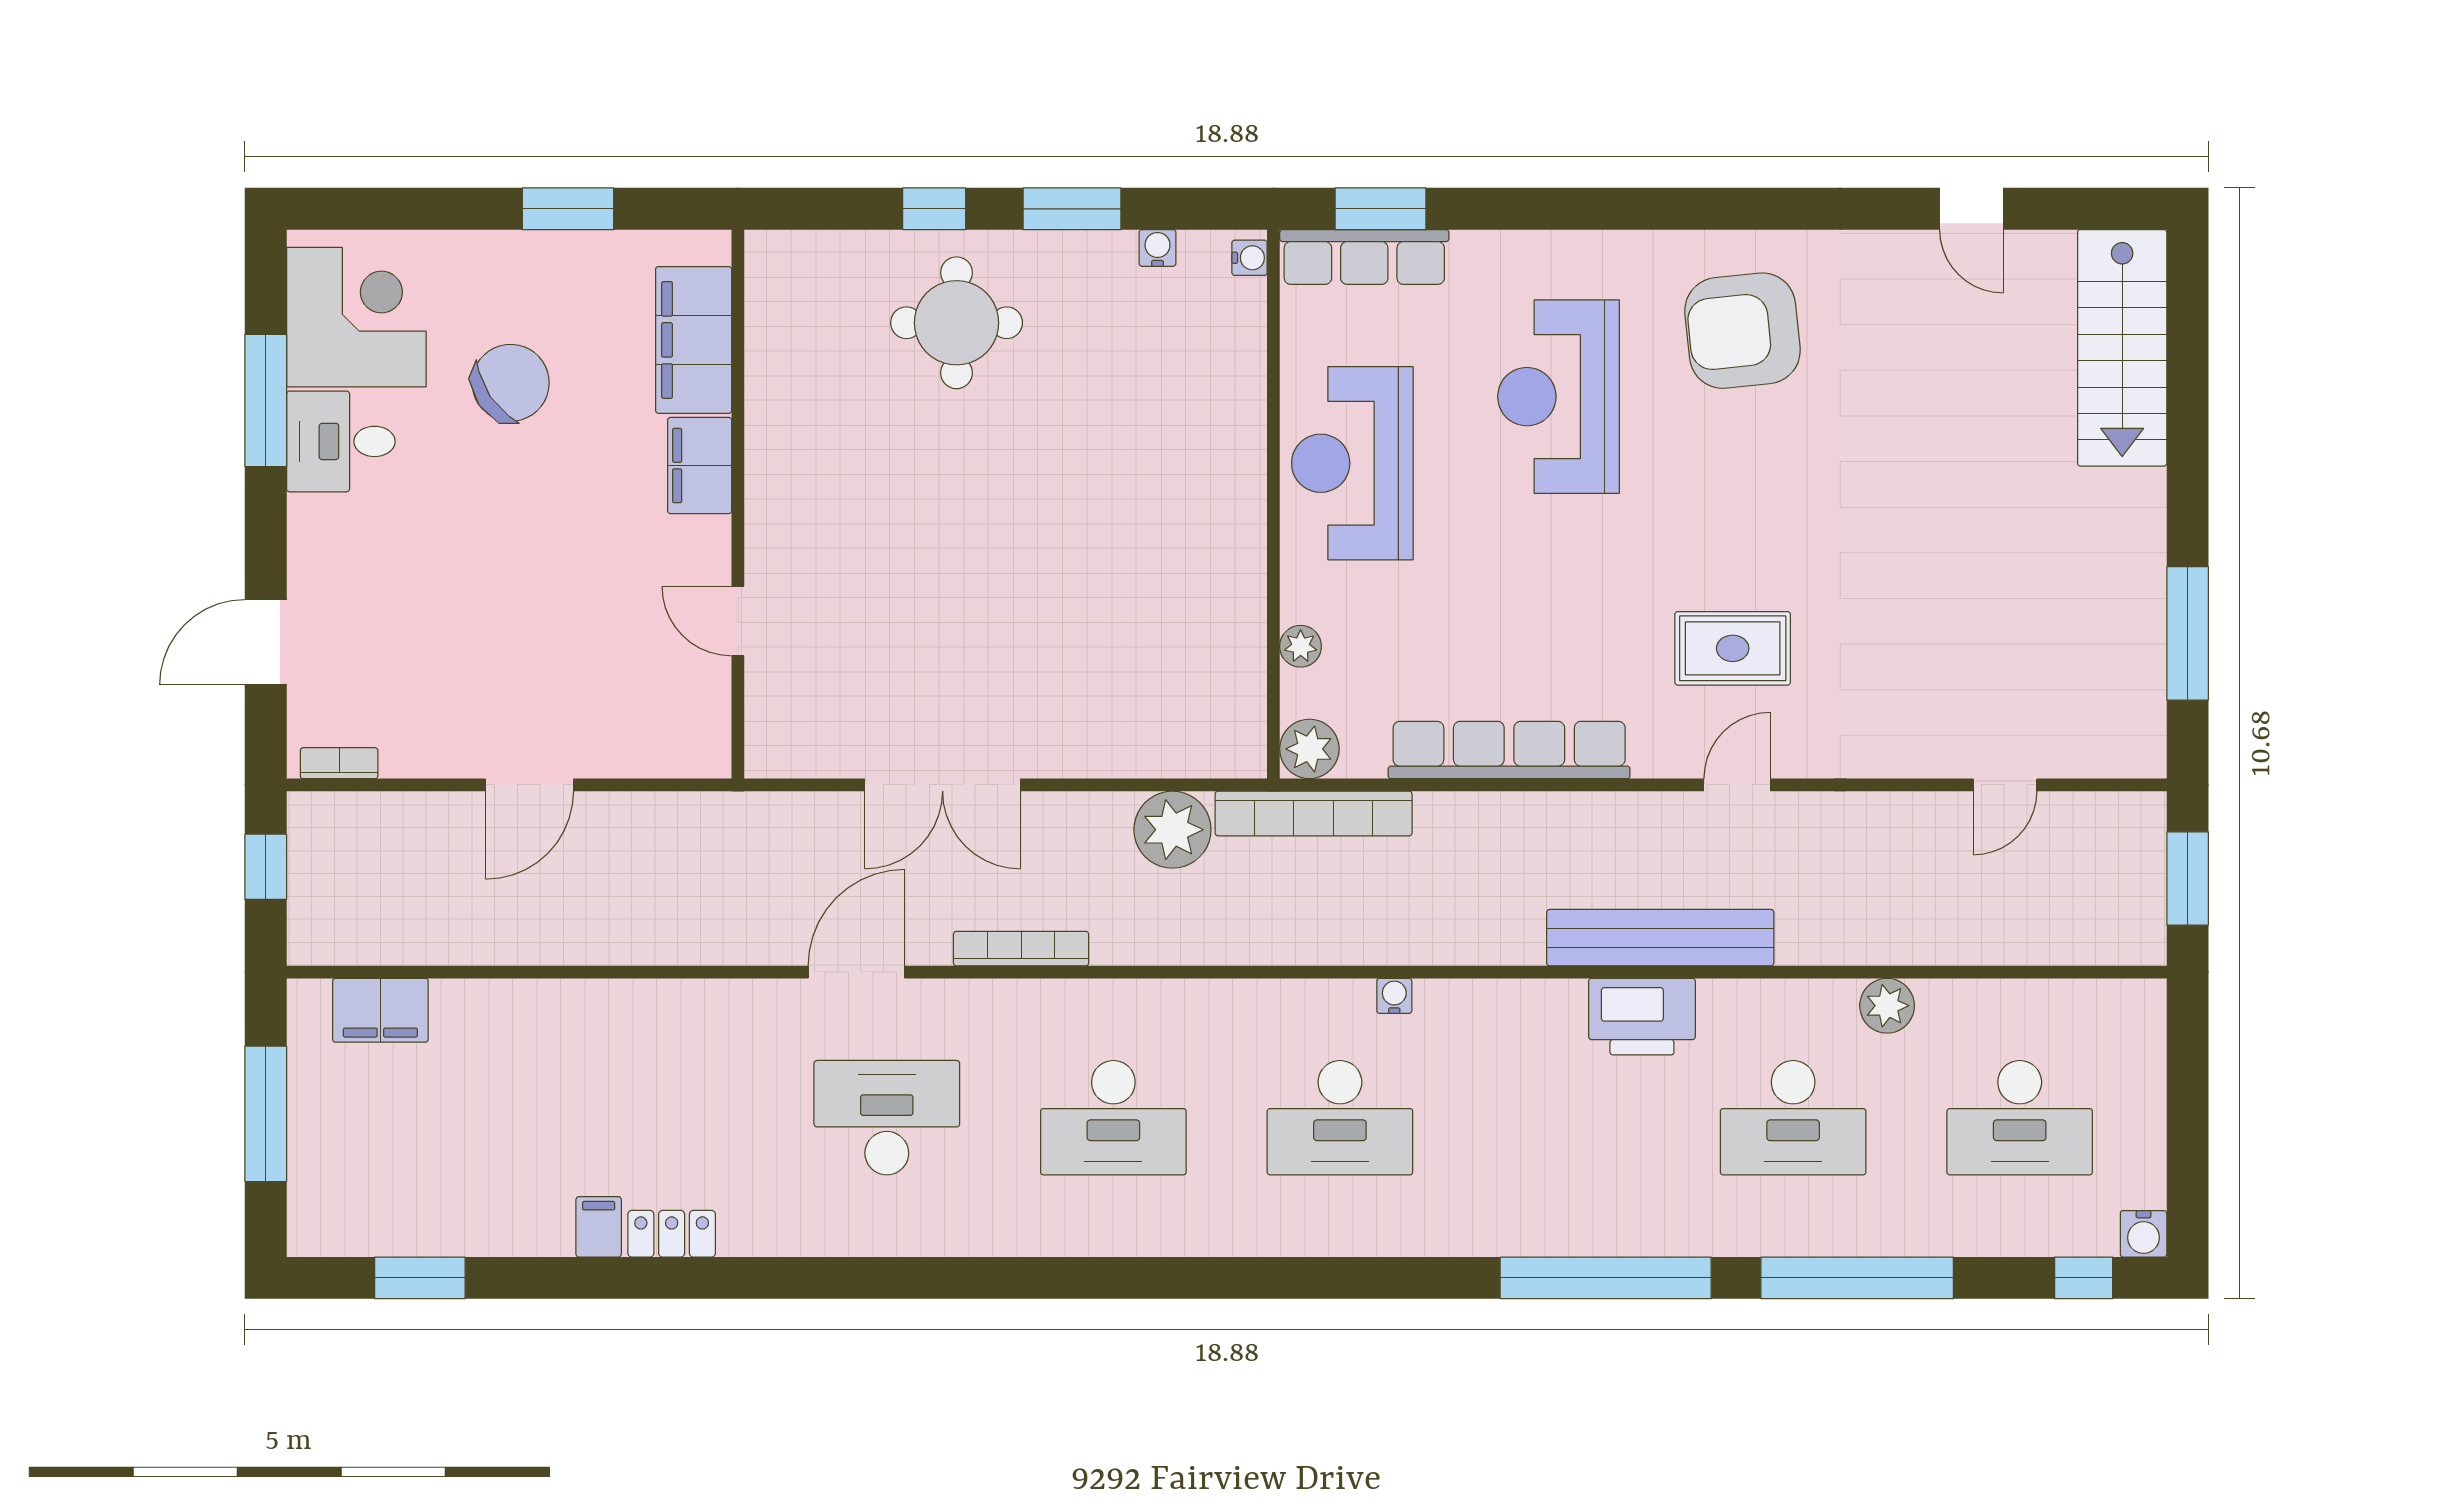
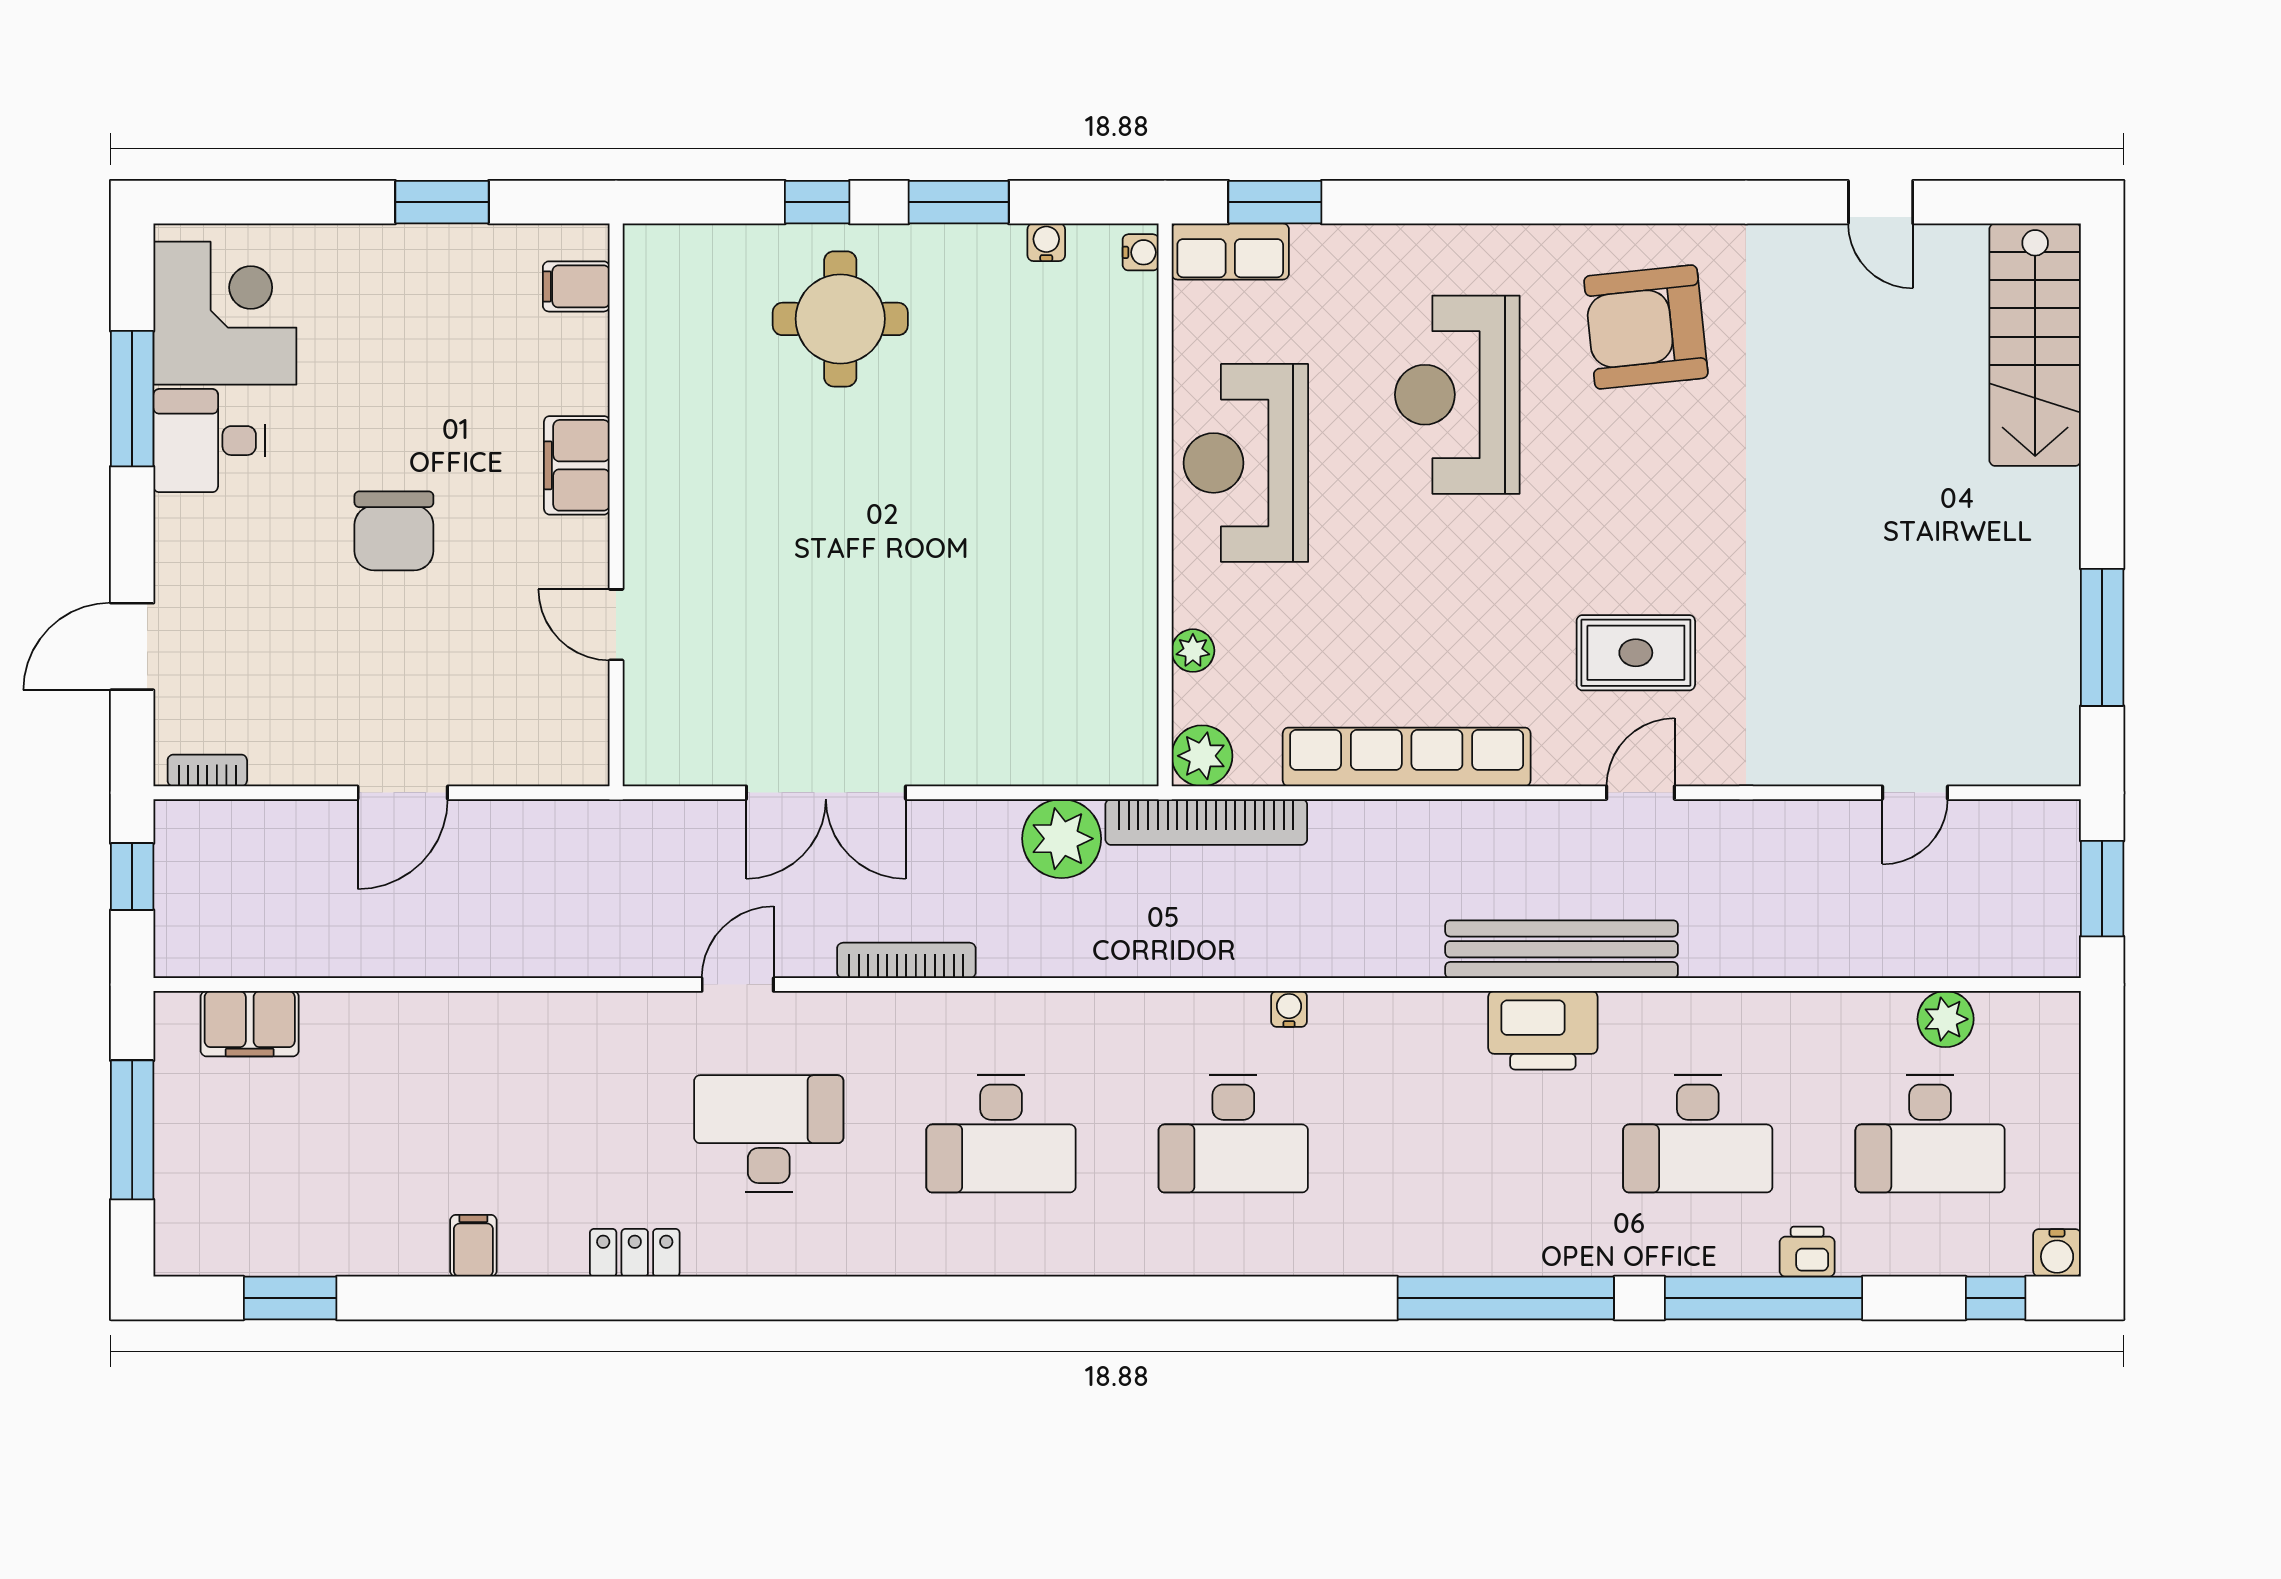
row of seats: (1364, 257) -> (1230, 251), width x0.68
filing cabinet: (694, 340) -> (576, 286), width x0.33, depth x0.86
chair: (511, 383) -> (394, 531), moved, turned 124
door: (856, 972) -> (738, 985), width x0.73
plant: (1887, 1006) -> (1946, 1019), moved
printer: (1900, 1233) -> (1807, 1252), added
locker: (672, 1234) -> (635, 1253), moved

